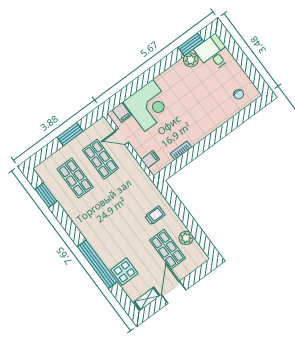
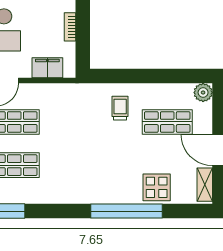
filing cabinet: (150, 159) -> (47, 68), width x2.00
plant: (186, 238) -> (203, 92), moved

